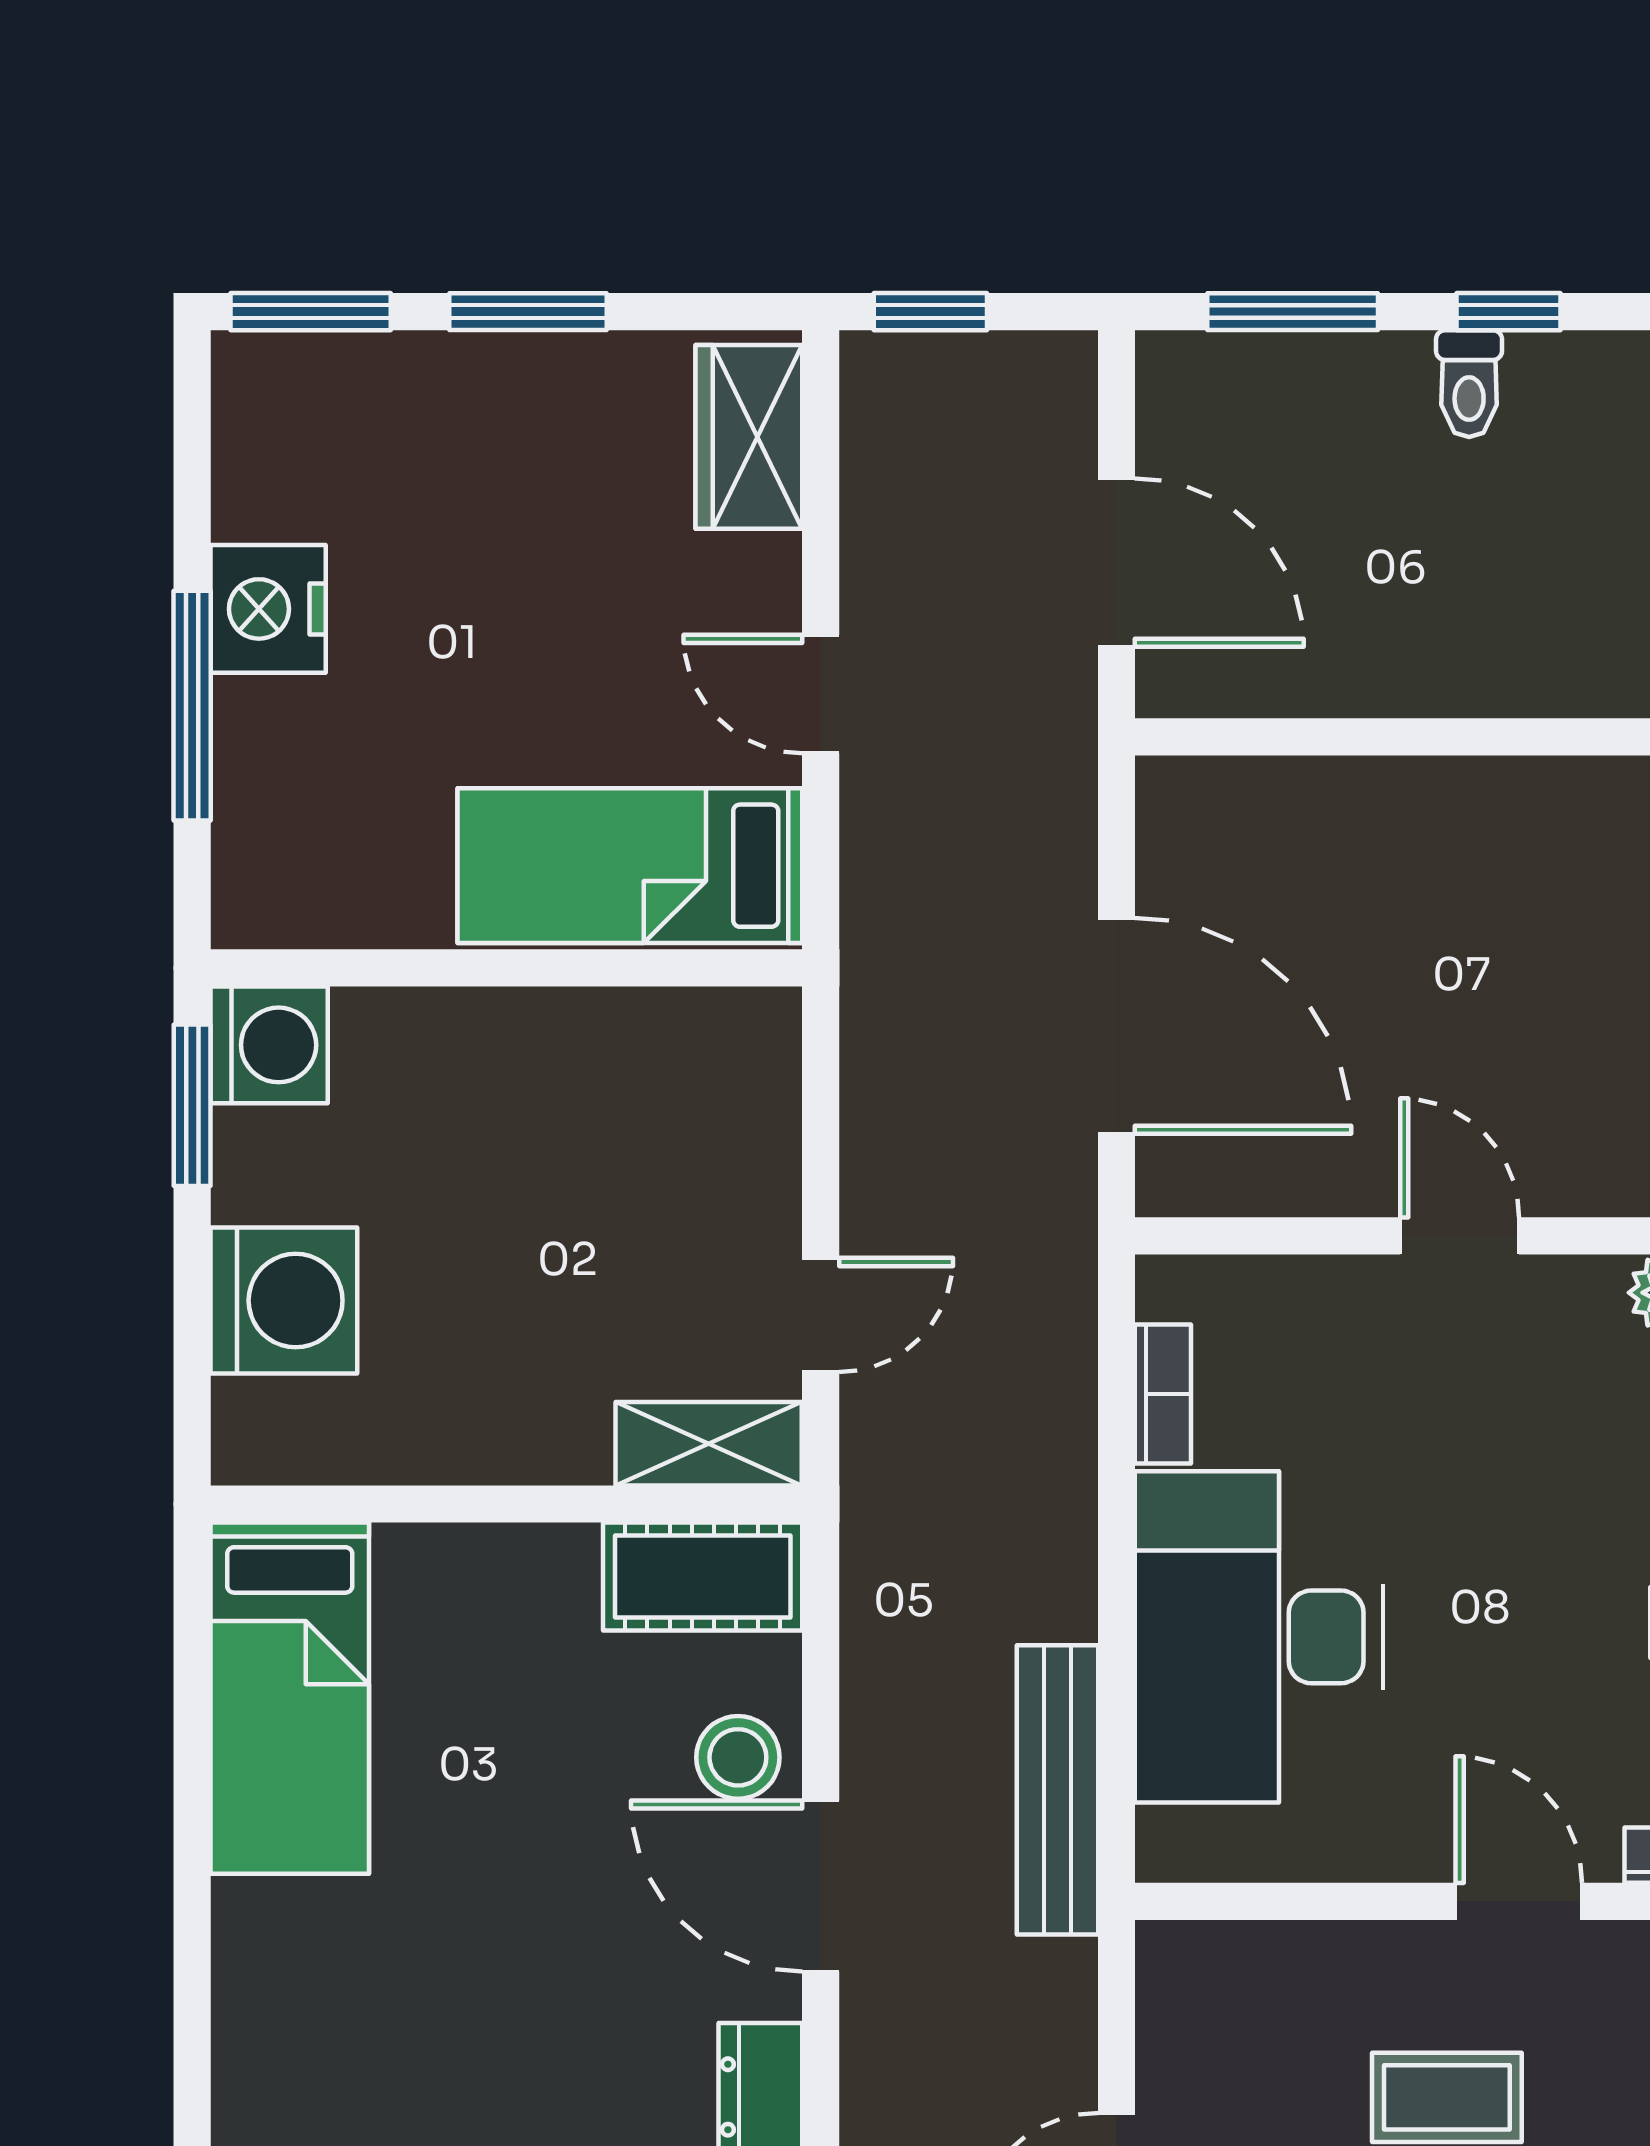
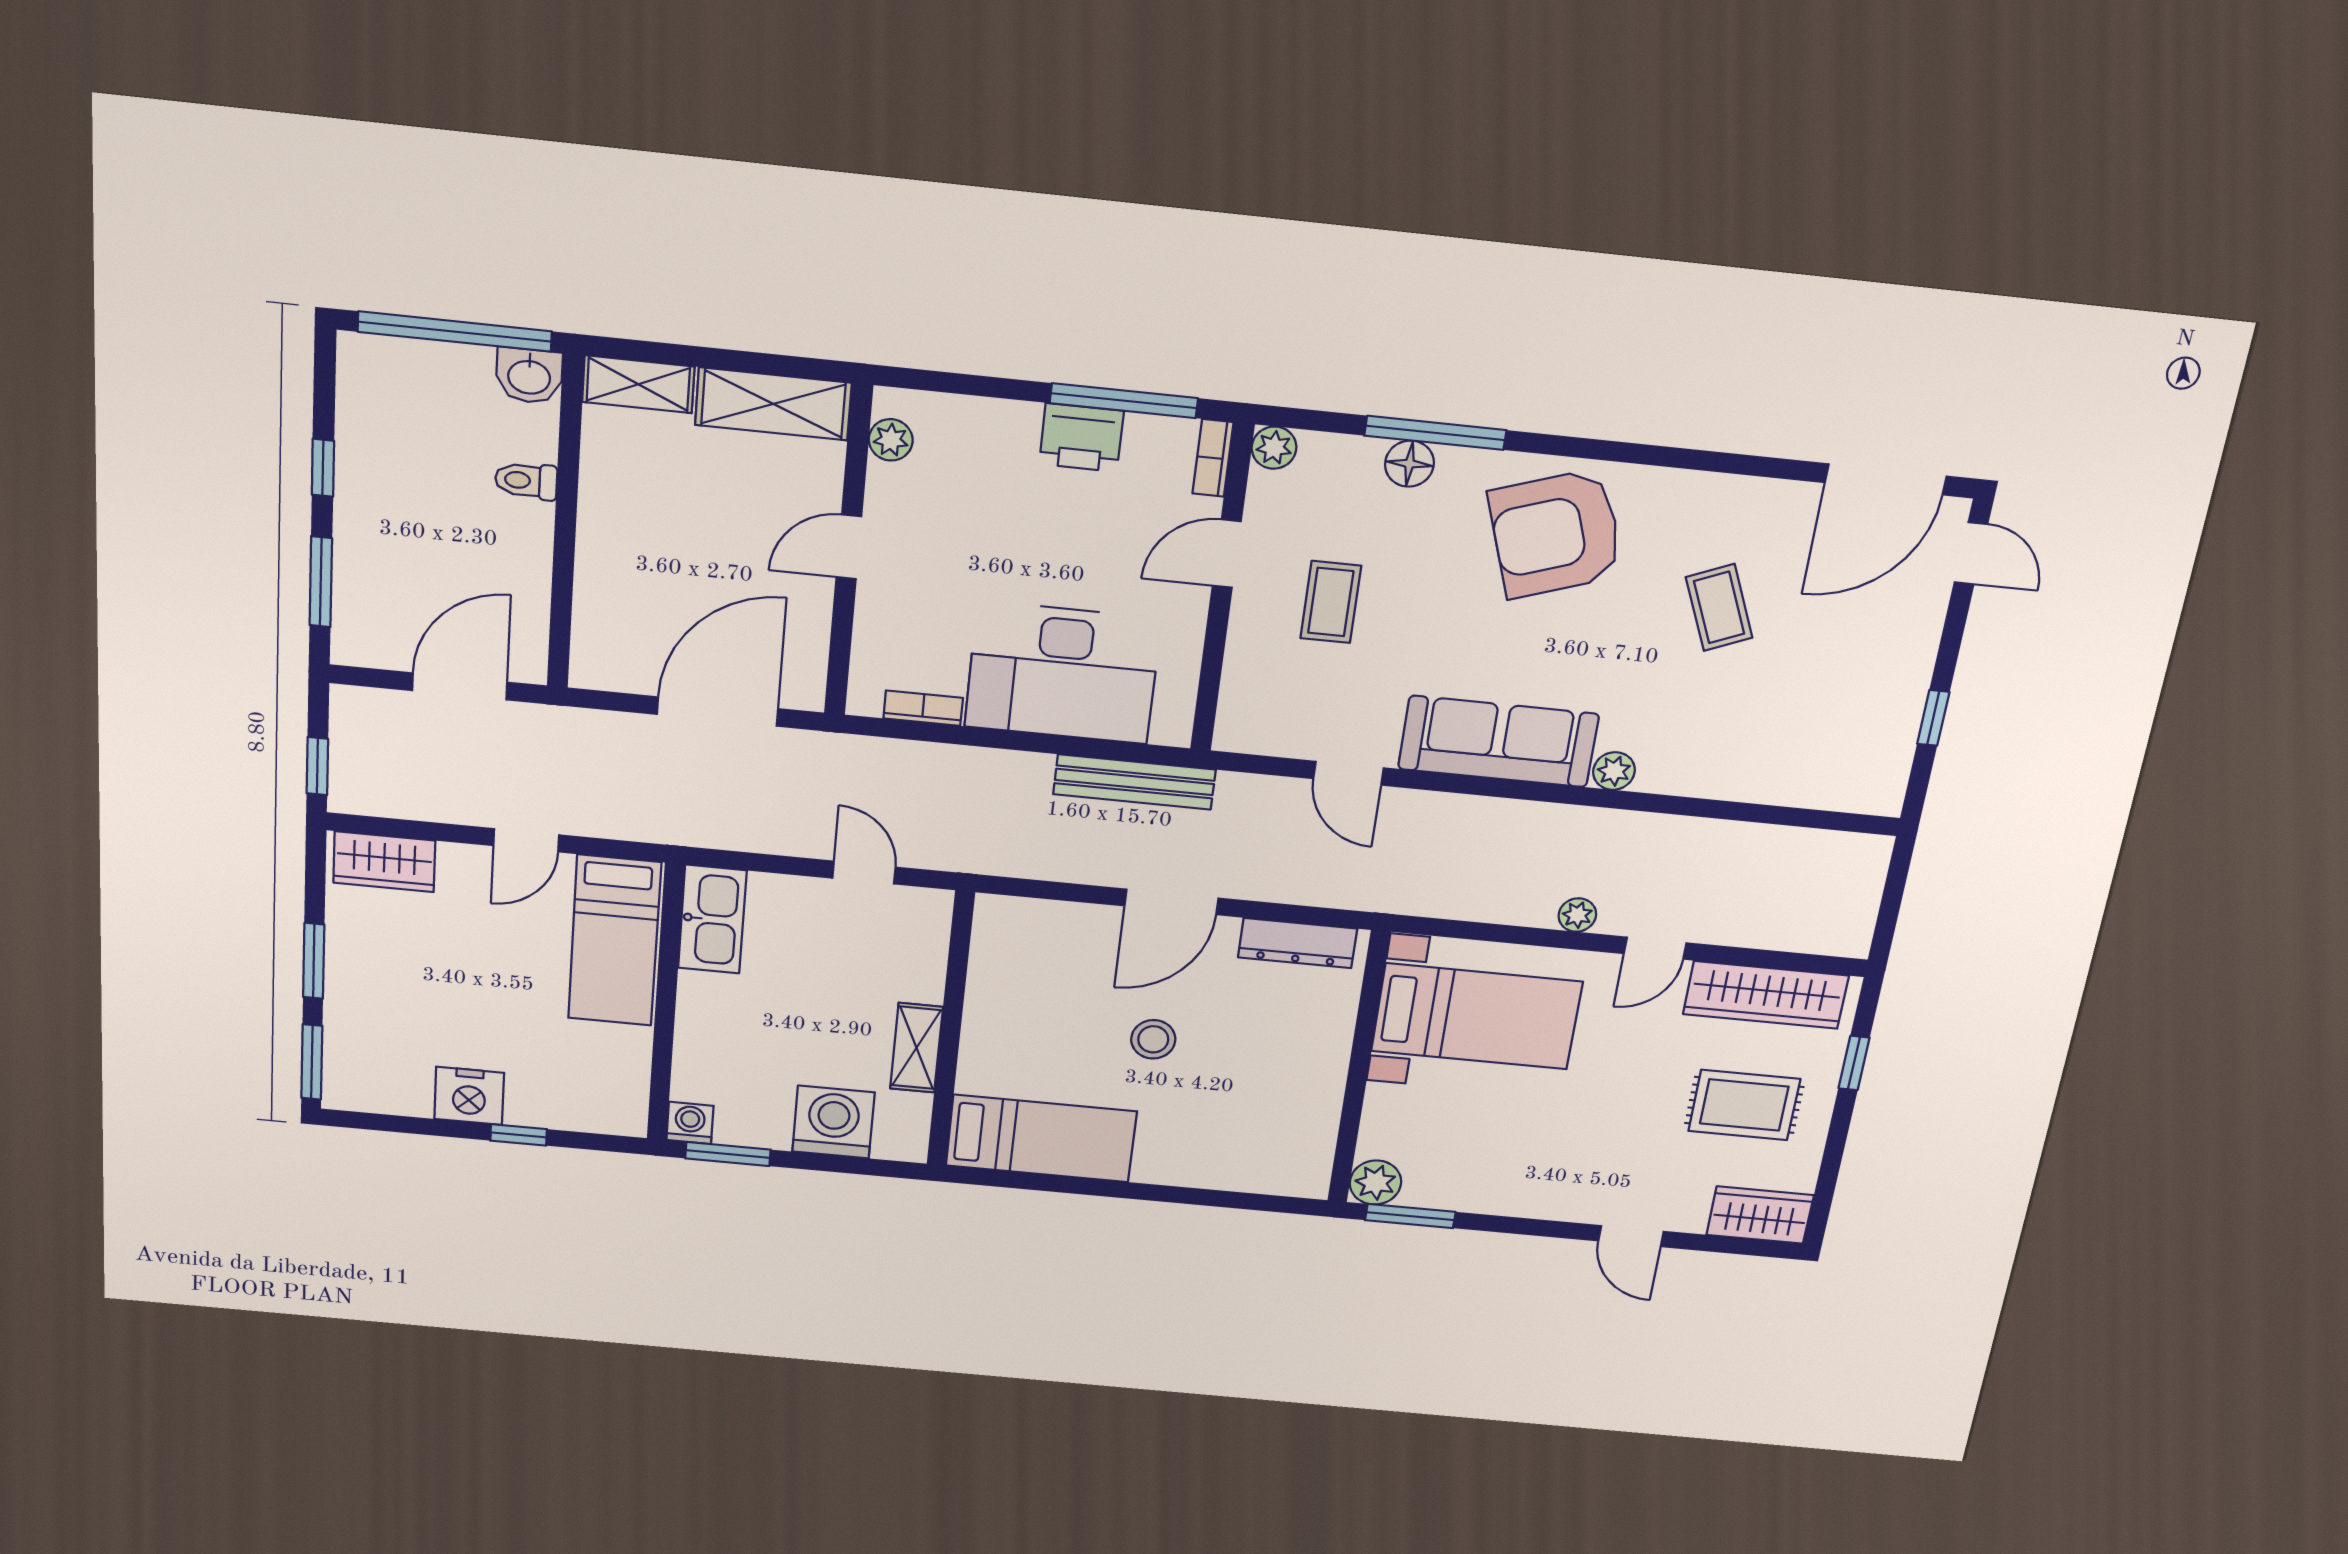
toilet: (1469, 384) -> (526, 481), moved, turned 180
window: (192, 706) -> (519, 1135), width x0.46
kitchen sink: (694, 1043) -> (712, 919), added
washing machine: (269, 1045) -> (690, 1123), width x0.73, depth x0.73
shelving: (709, 1444) -> (916, 1048), moved
cot: (703, 1577) -> (999, 942), removed
stool: (738, 1757) -> (1153, 1039), moved

